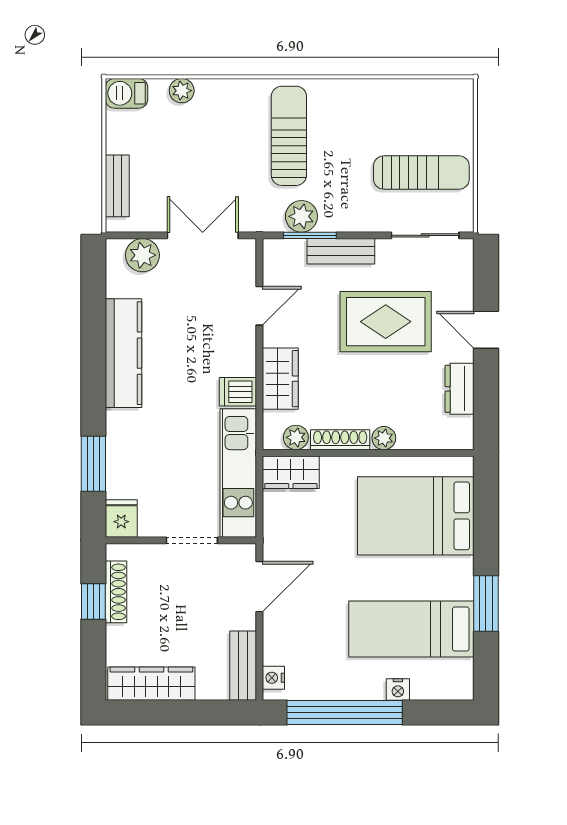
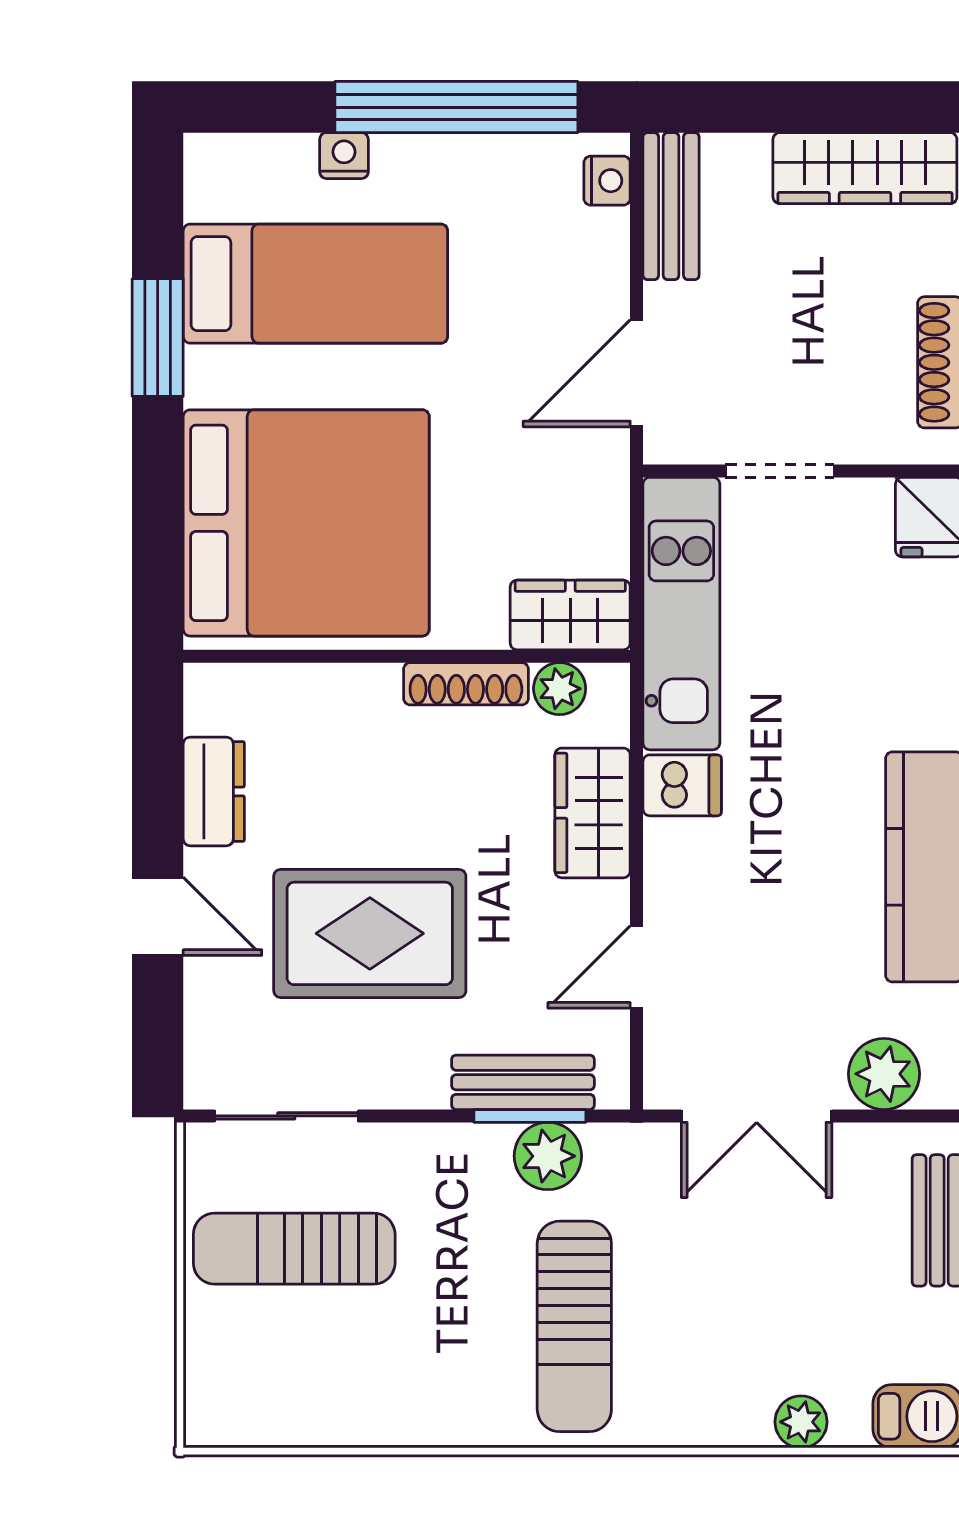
bench: (341, 251) -> (523, 1082), moved
plant: (384, 438) -> (374, 687), removed
bed: (416, 516) -> (306, 523), width x1.36

